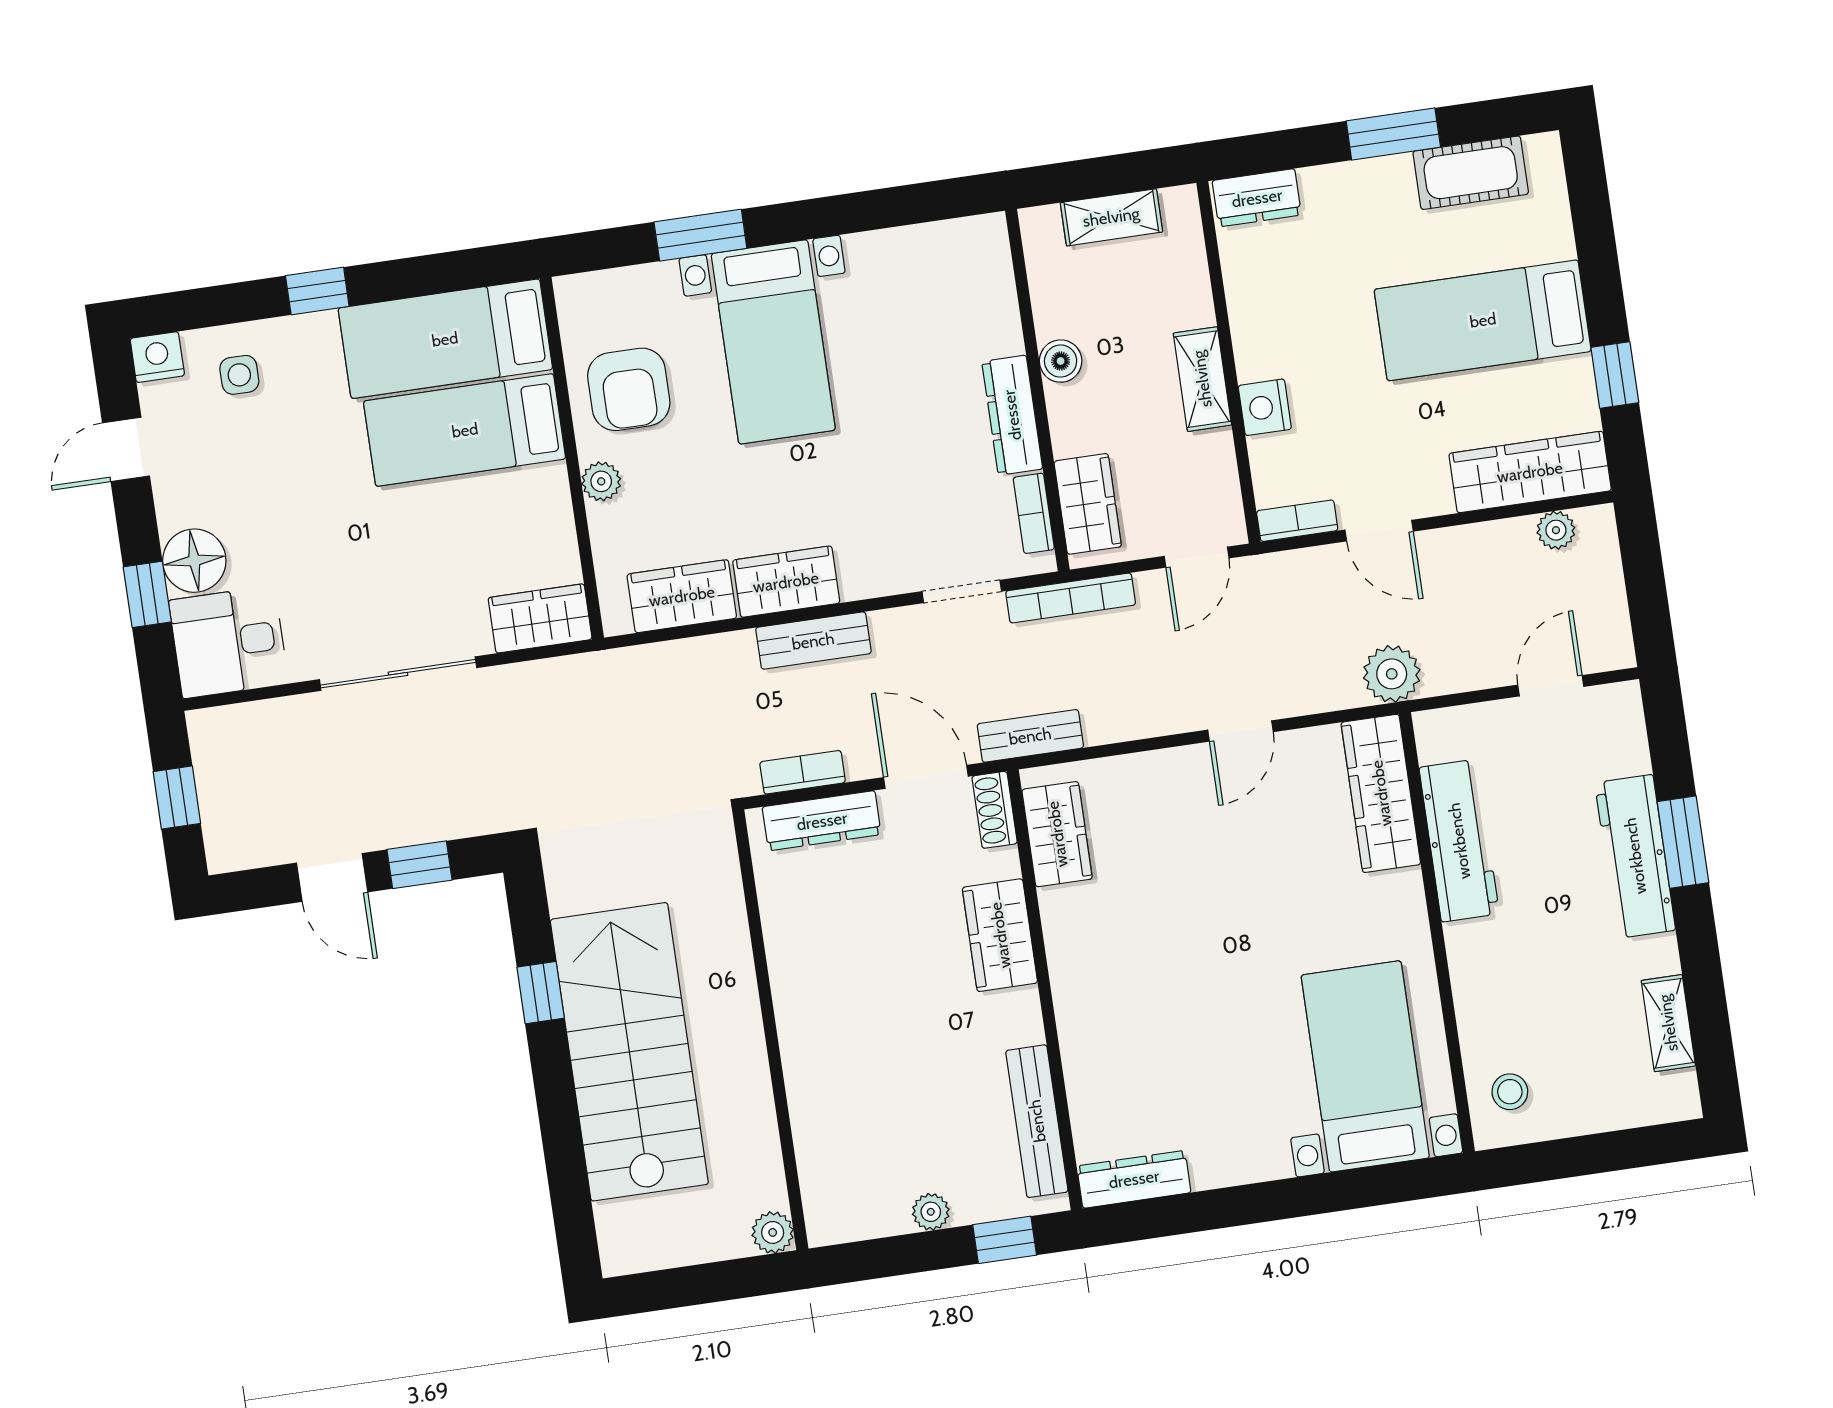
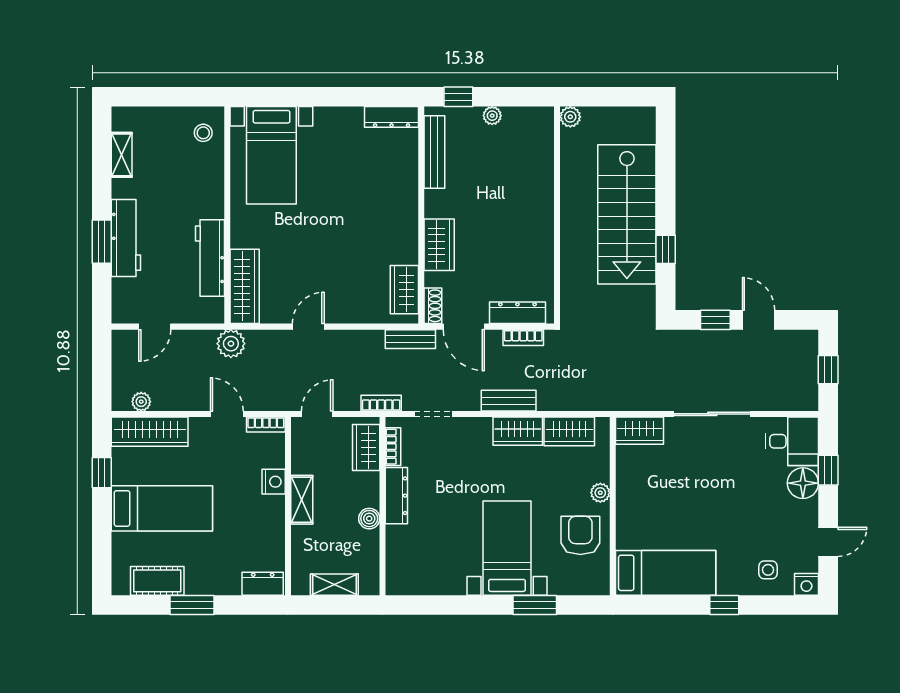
bed: (465, 430) -> (663, 527), removed
bookcase: (1071, 598) -> (381, 403), width x0.64

